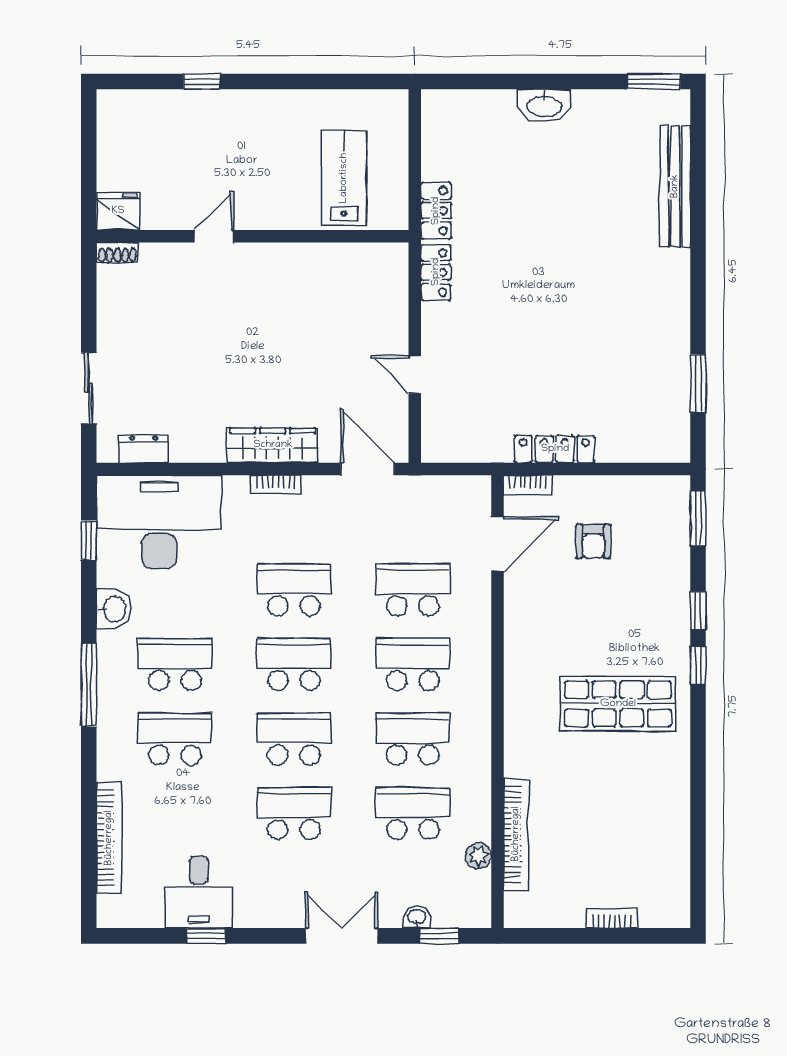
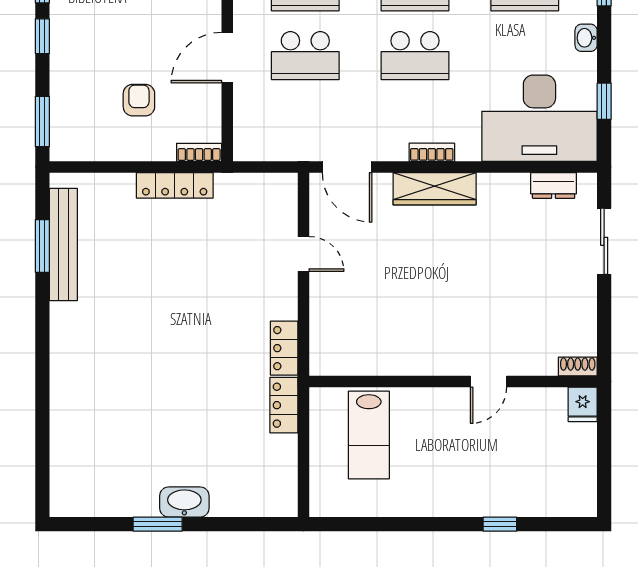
window: (654, 82) -> (158, 524), moved
bench: (675, 186) -> (63, 244), moved
fridge: (118, 211) -> (583, 404), width x0.72
door: (498, 544) -> (227, 58), moved
washbasin: (114, 609) -> (586, 38), width x0.72, depth x0.69

